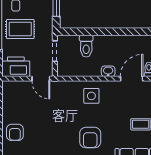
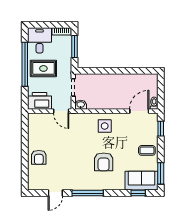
toilet: (86, 46) -> (100, 83), removed
washbasin: (108, 71) -> (81, 105), moved

